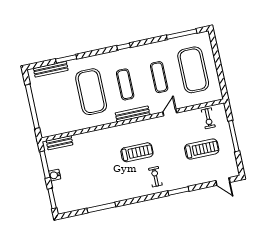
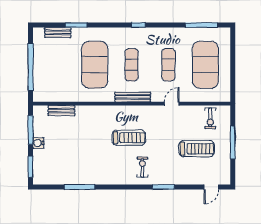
bench: (51, 69) -> (58, 32), width x0.73
bench: (60, 143) -> (61, 111), moved
door: (223, 181) -> (211, 187), hinge flipped

